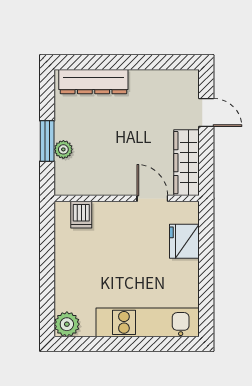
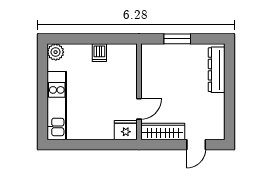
plant: (63, 149) -> (172, 50), removed
dishwasher: (81, 215) -> (99, 53), moved, turned -90
fridge: (184, 241) -> (126, 130), moved

